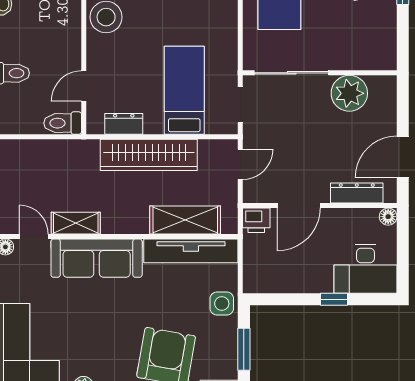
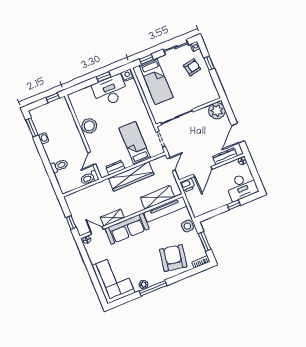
plant: (349, 93) -> (217, 111), moved

